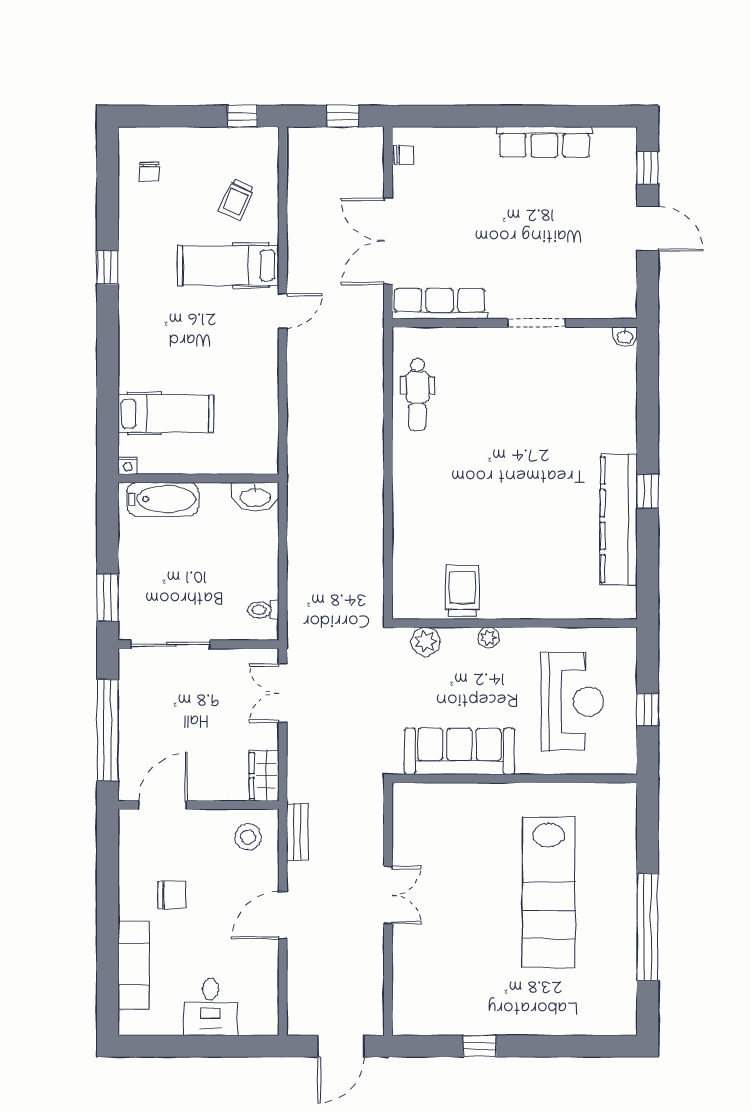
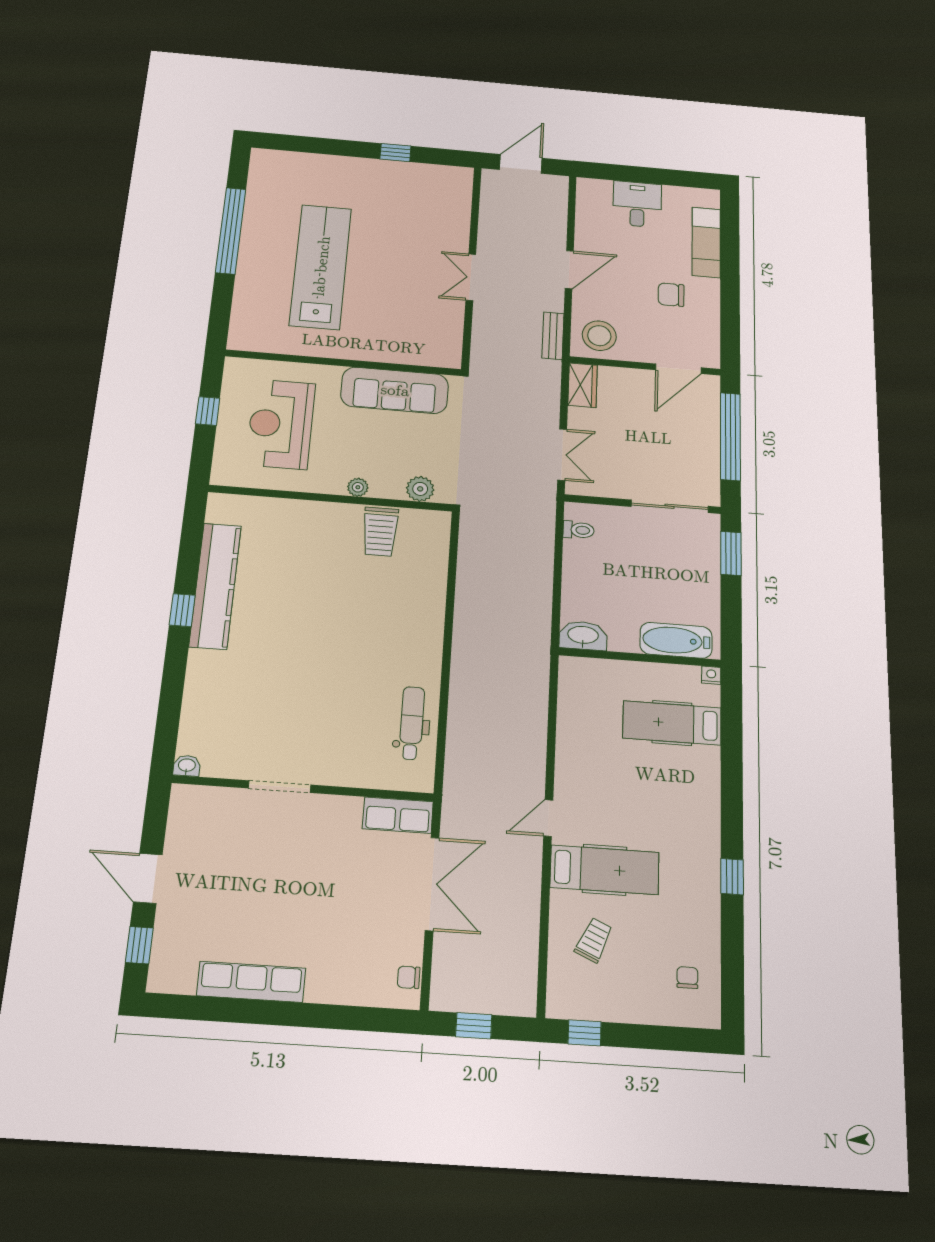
row of seats: (440, 304) -> (398, 815), width x0.68
stool: (248, 837) -> (599, 336), width x1.38, depth x1.38

